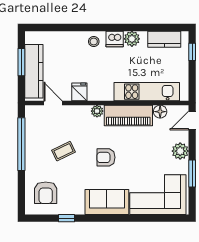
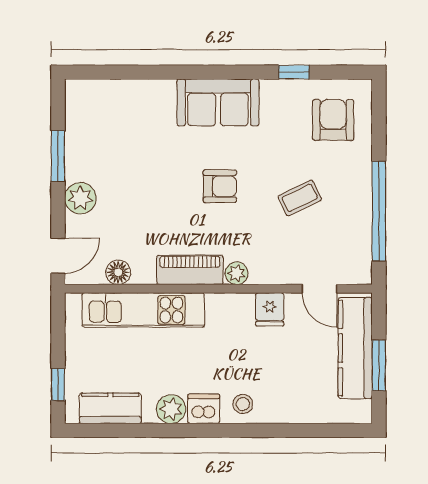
piano: (128, 115) -> (190, 270), width x0.73, depth x0.75
corner sofa: (158, 195) -> (122, 116), removed

